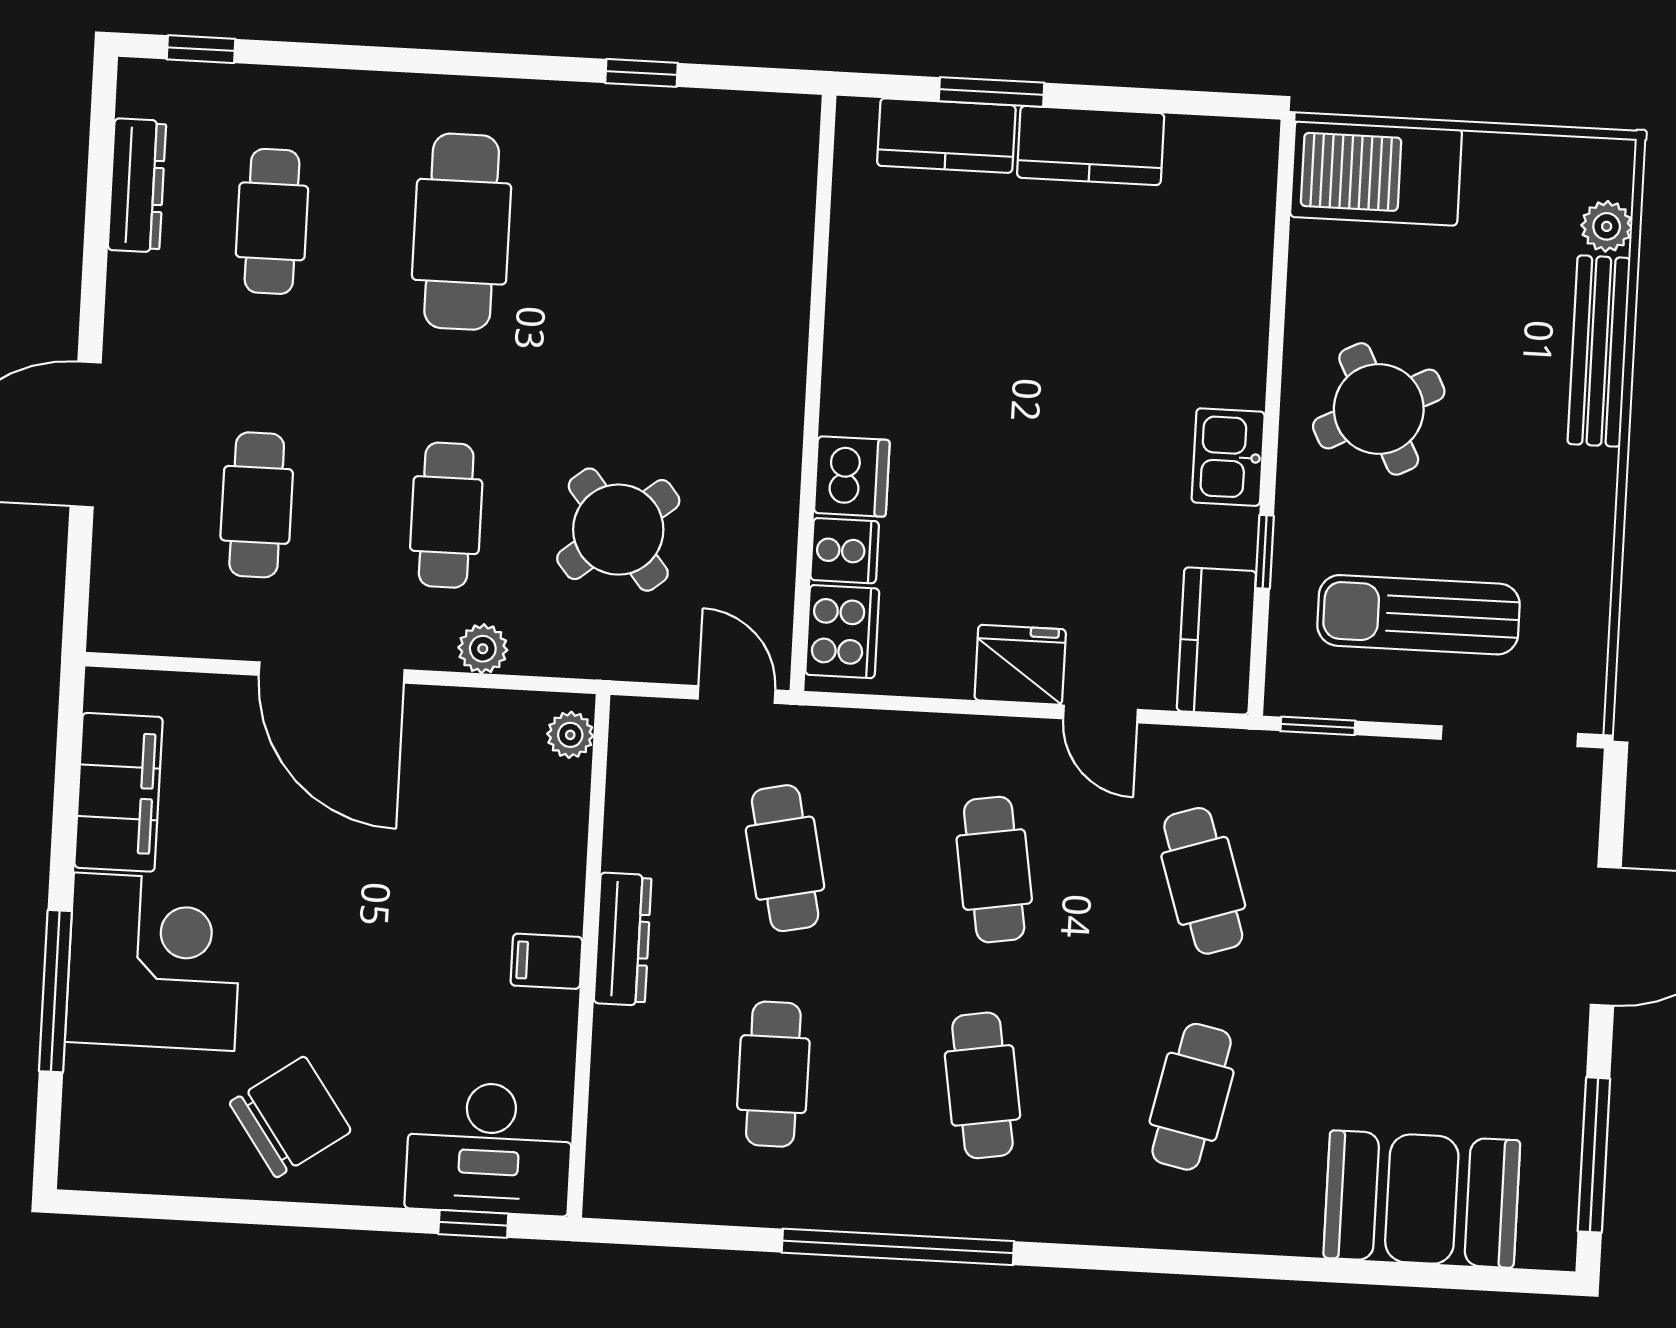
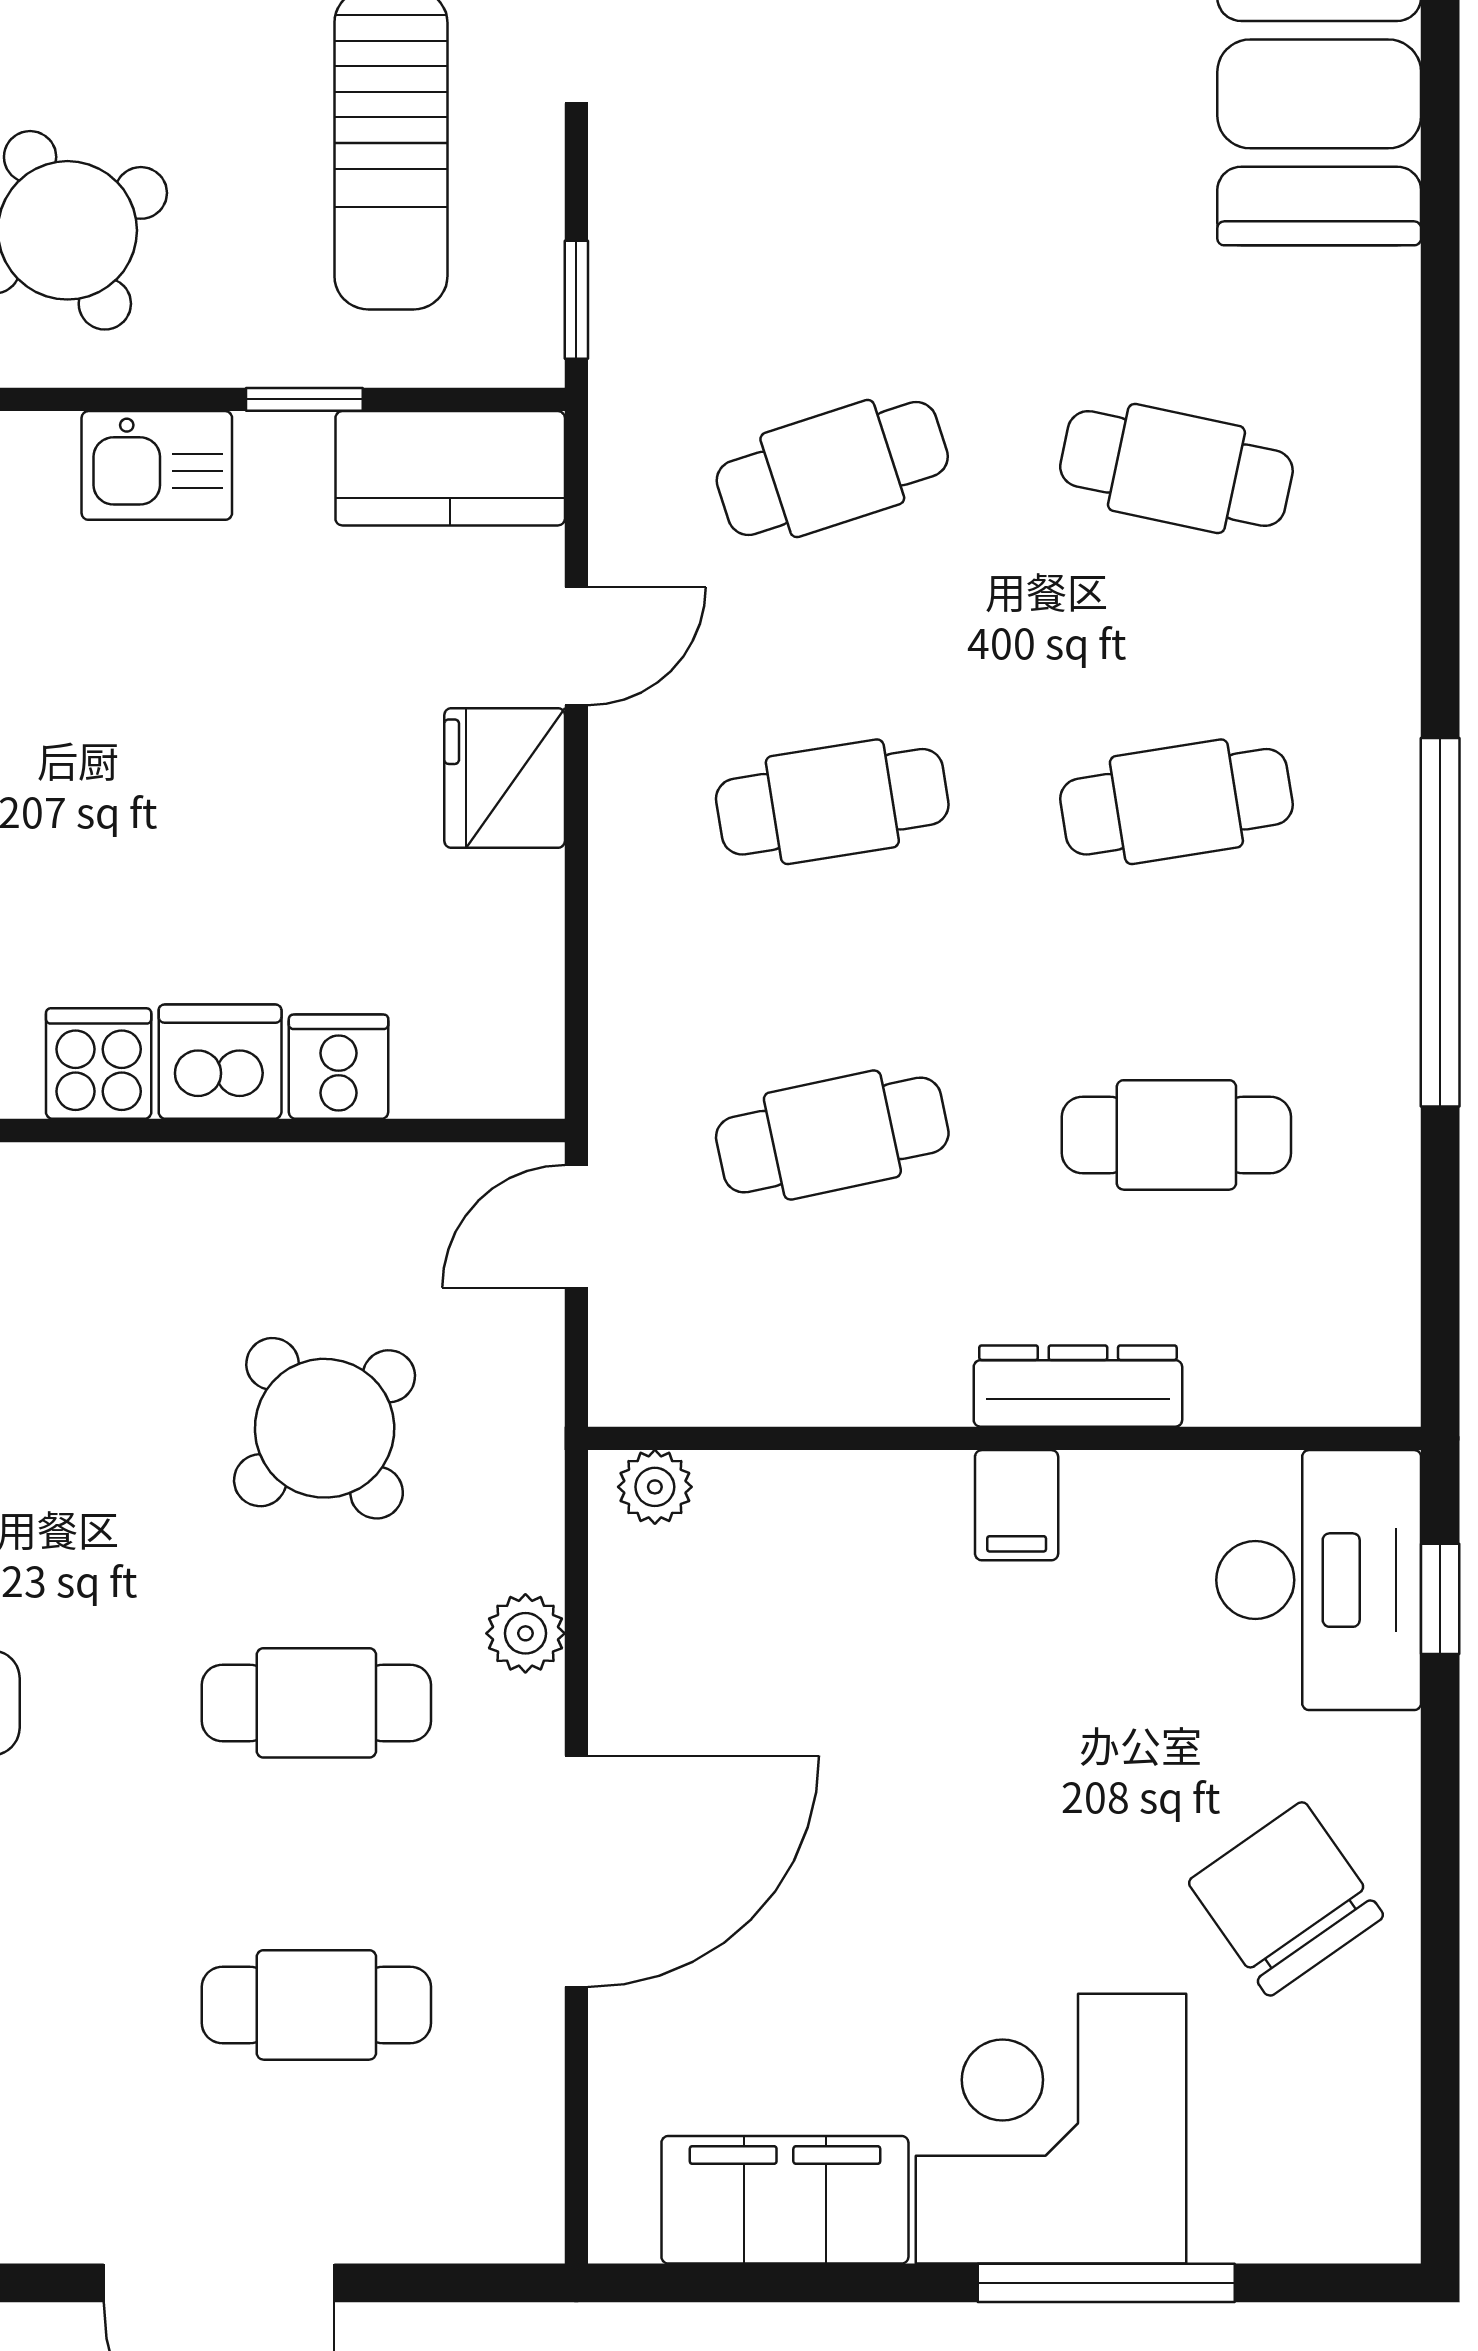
cooker: (842, 632) -> (99, 1064), moved, width x0.73
dresser: (623, 939) -> (1078, 1386), moved

